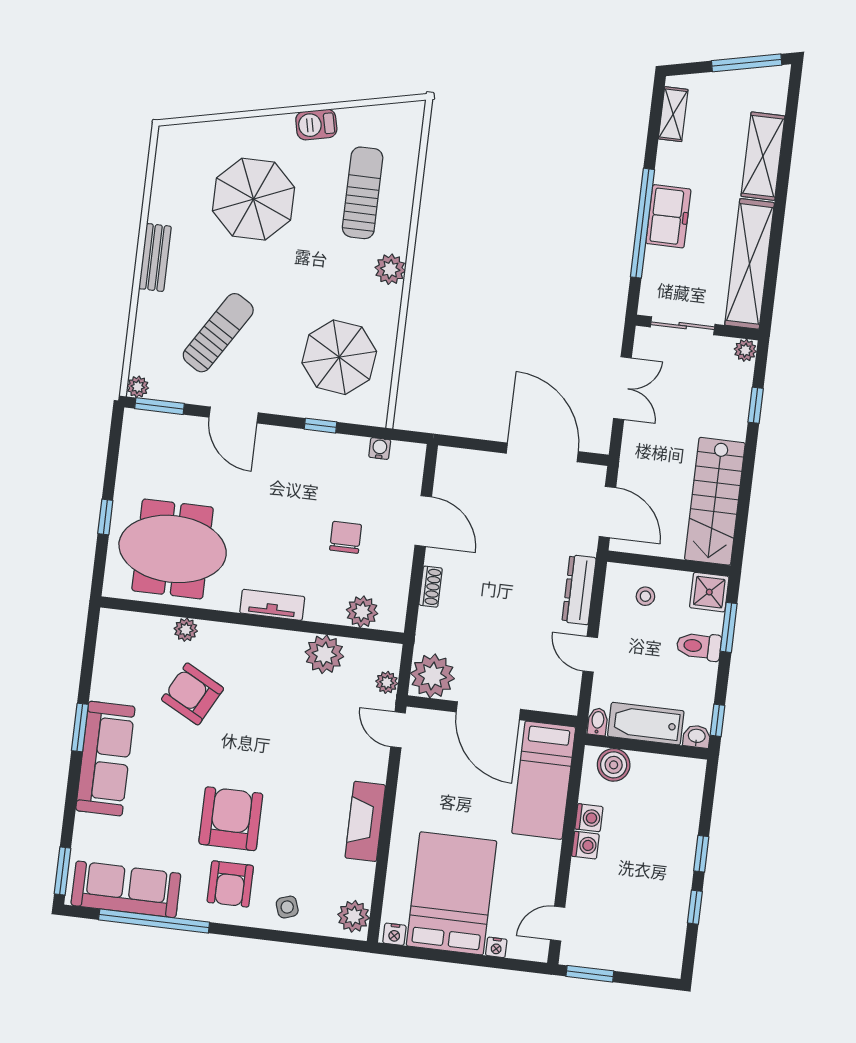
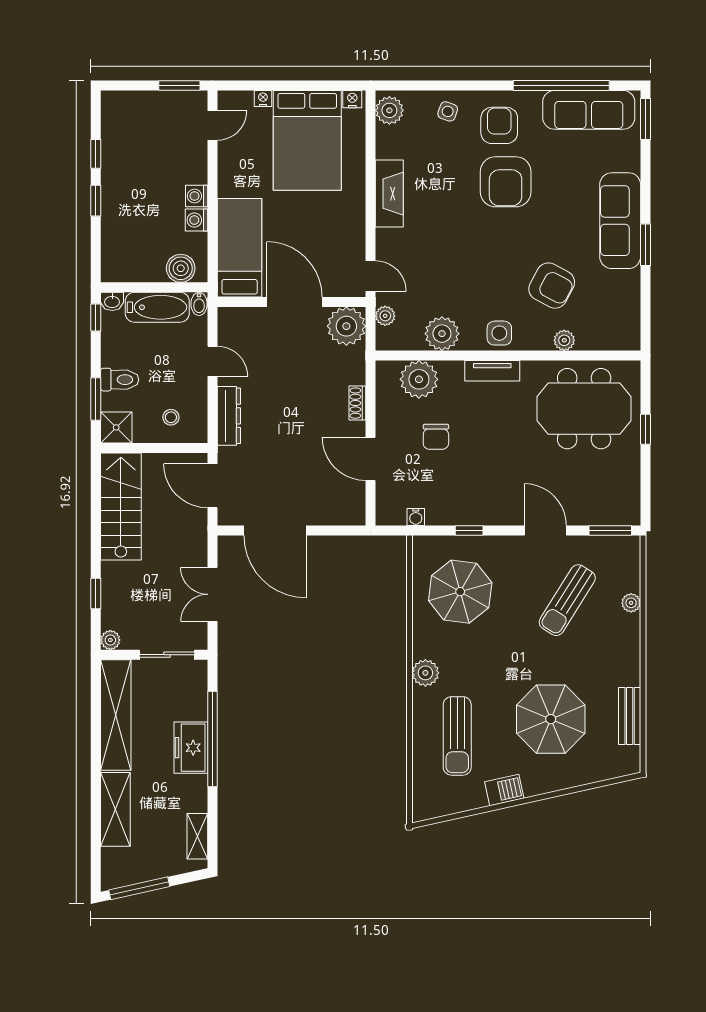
bench: (155, 257) -> (630, 716), moved
plant: (138, 387) -> (631, 603), moved
plant: (362, 612) -> (419, 379), width x1.36, depth x1.36
side table: (259, 647) -> (499, 333), added
side table: (287, 907) -> (448, 111), turned 38

